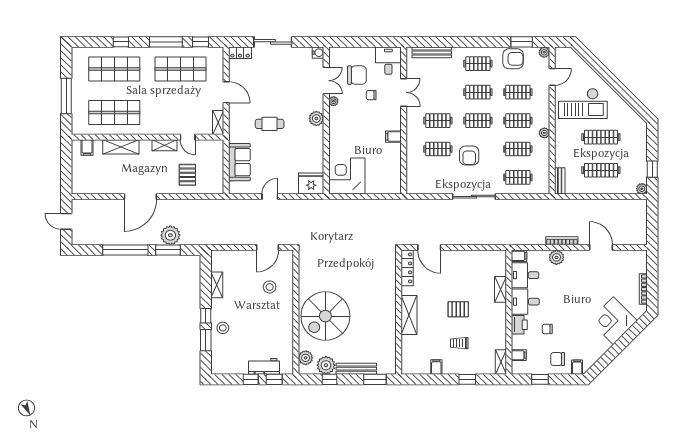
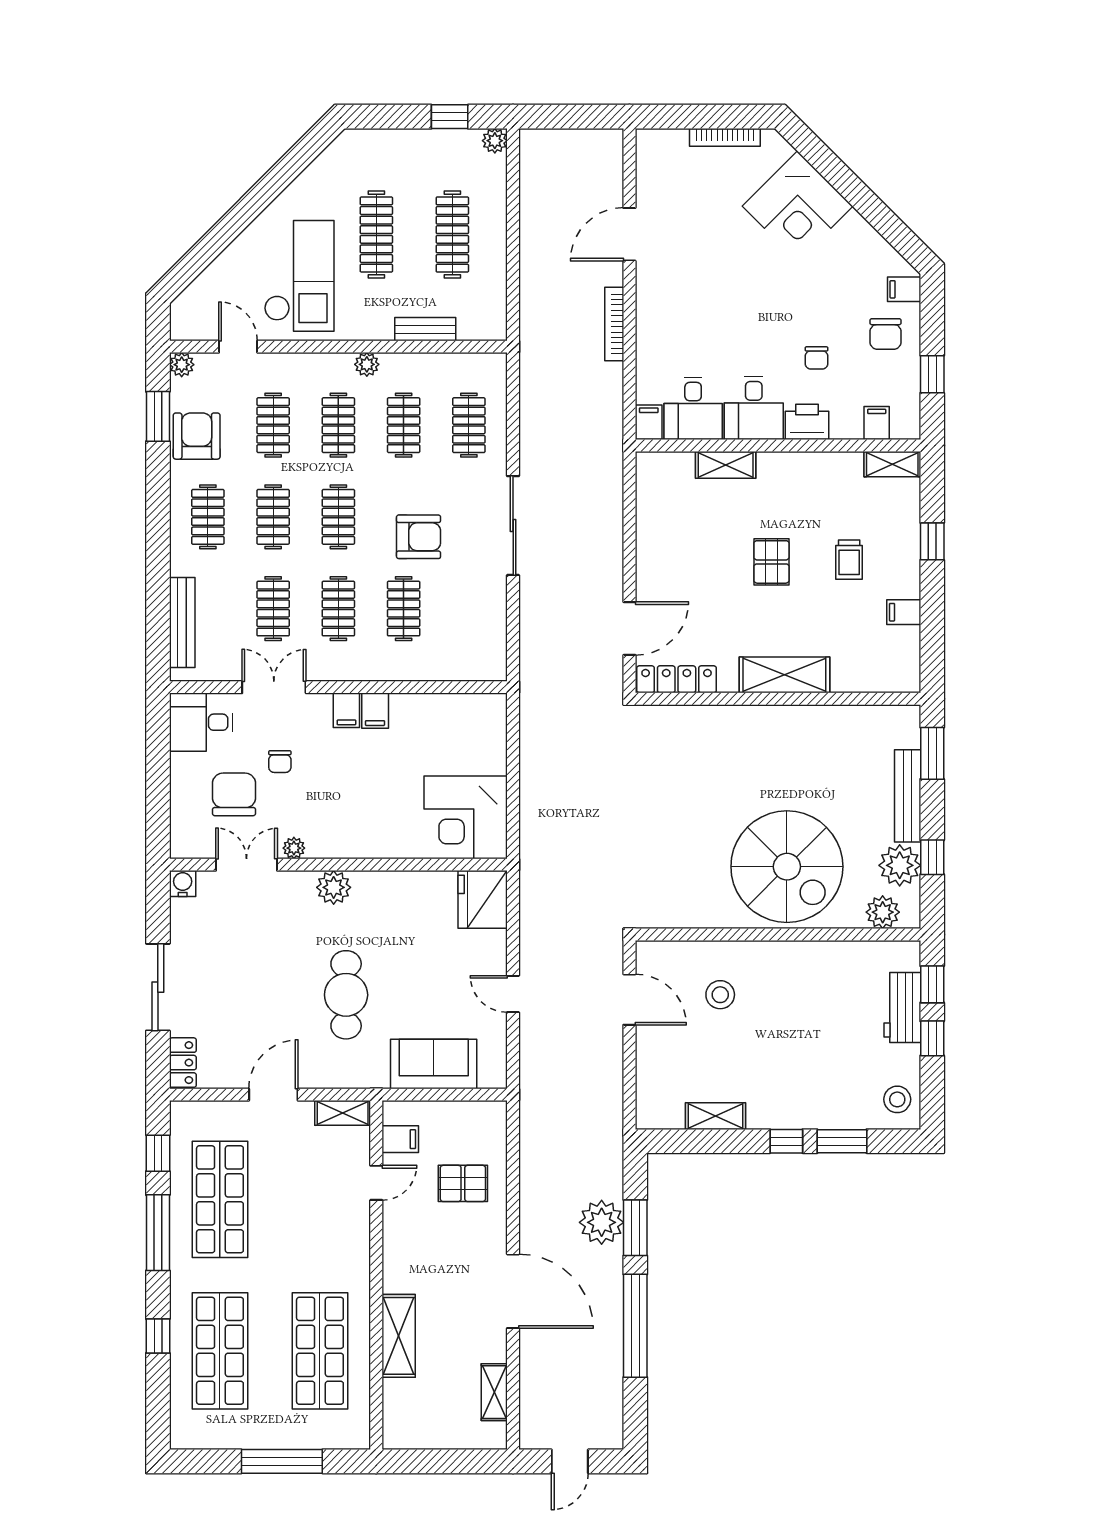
clothes rail: (438, 92) -> (273, 609), added
cafe table: (270, 124) -> (346, 995), width x1.37, depth x1.35
filing cabinet: (394, 124) -> (346, 710), added
shelving: (164, 145) -> (494, 1392), moved
filing cabinet: (87, 147) -> (400, 1139), moved
bench: (560, 181) -> (425, 329), moved
plant: (556, 257) -> (652, 336), removed
stool: (223, 328) -> (897, 1099), moved

